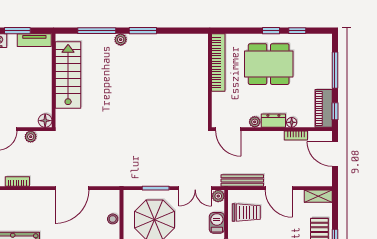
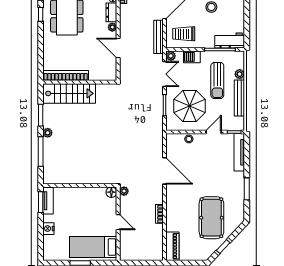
window: (17, 31) -> (41, 202), moved
bookcase: (218, 63) -> (66, 76), moved
stairs: (68, 75) -> (69, 93), moved, turned 180
wall: (210, 81) -> (80, 82), moved
door: (228, 129) -> (118, 48), swing flipped
plant: (31, 137) -> (124, 191), moved
trolley: (246, 213) -> (184, 34), turned -90

